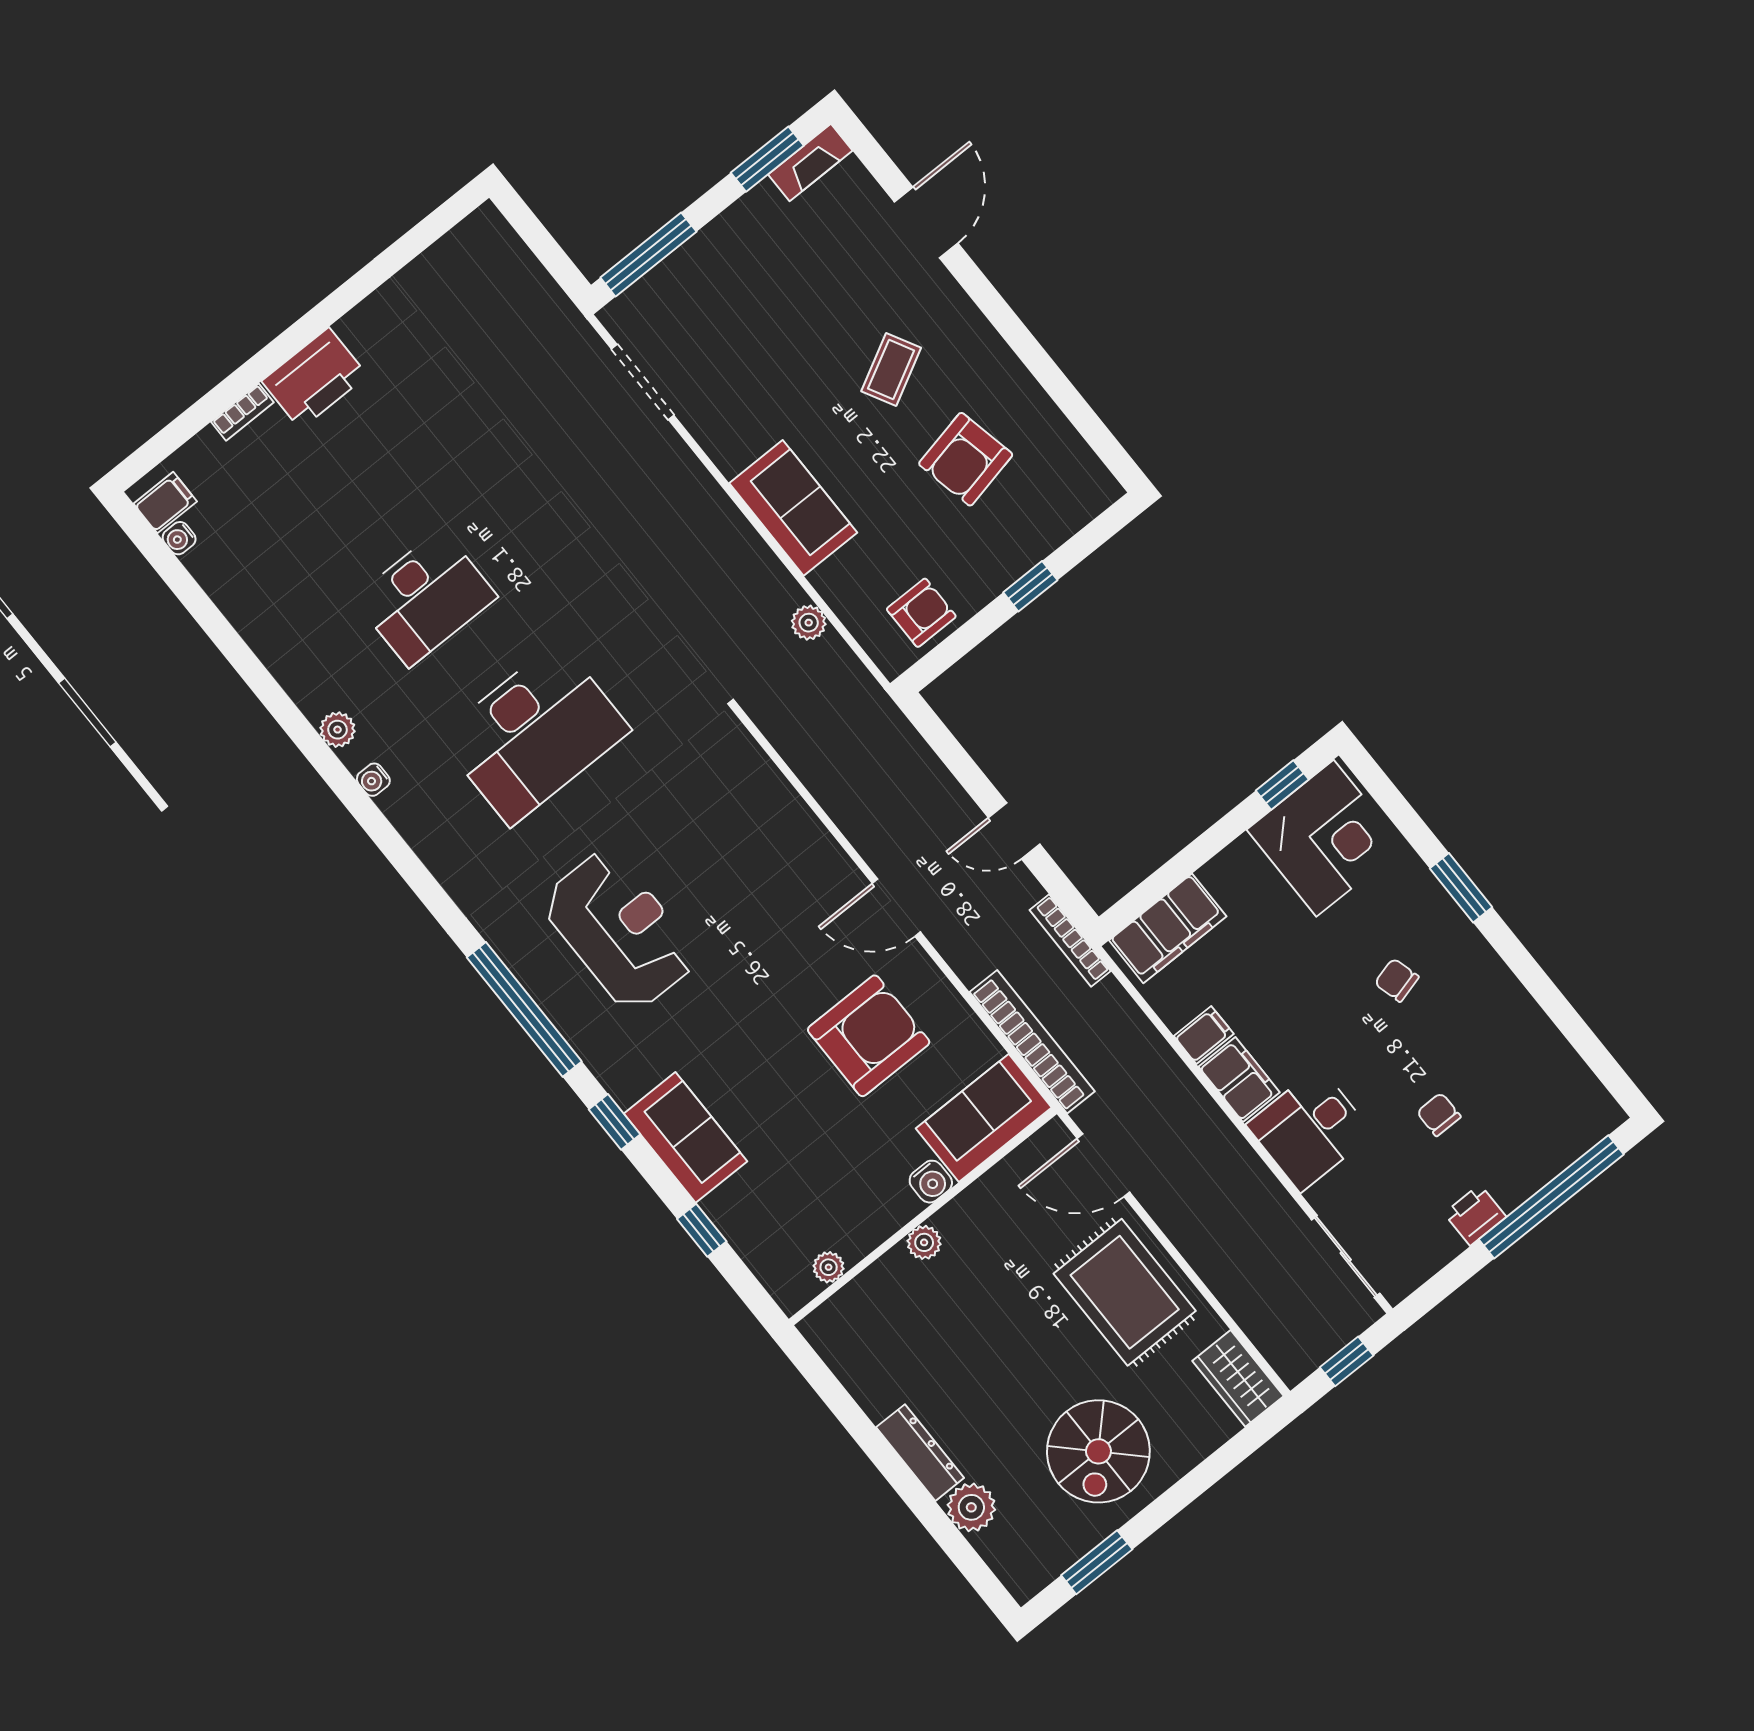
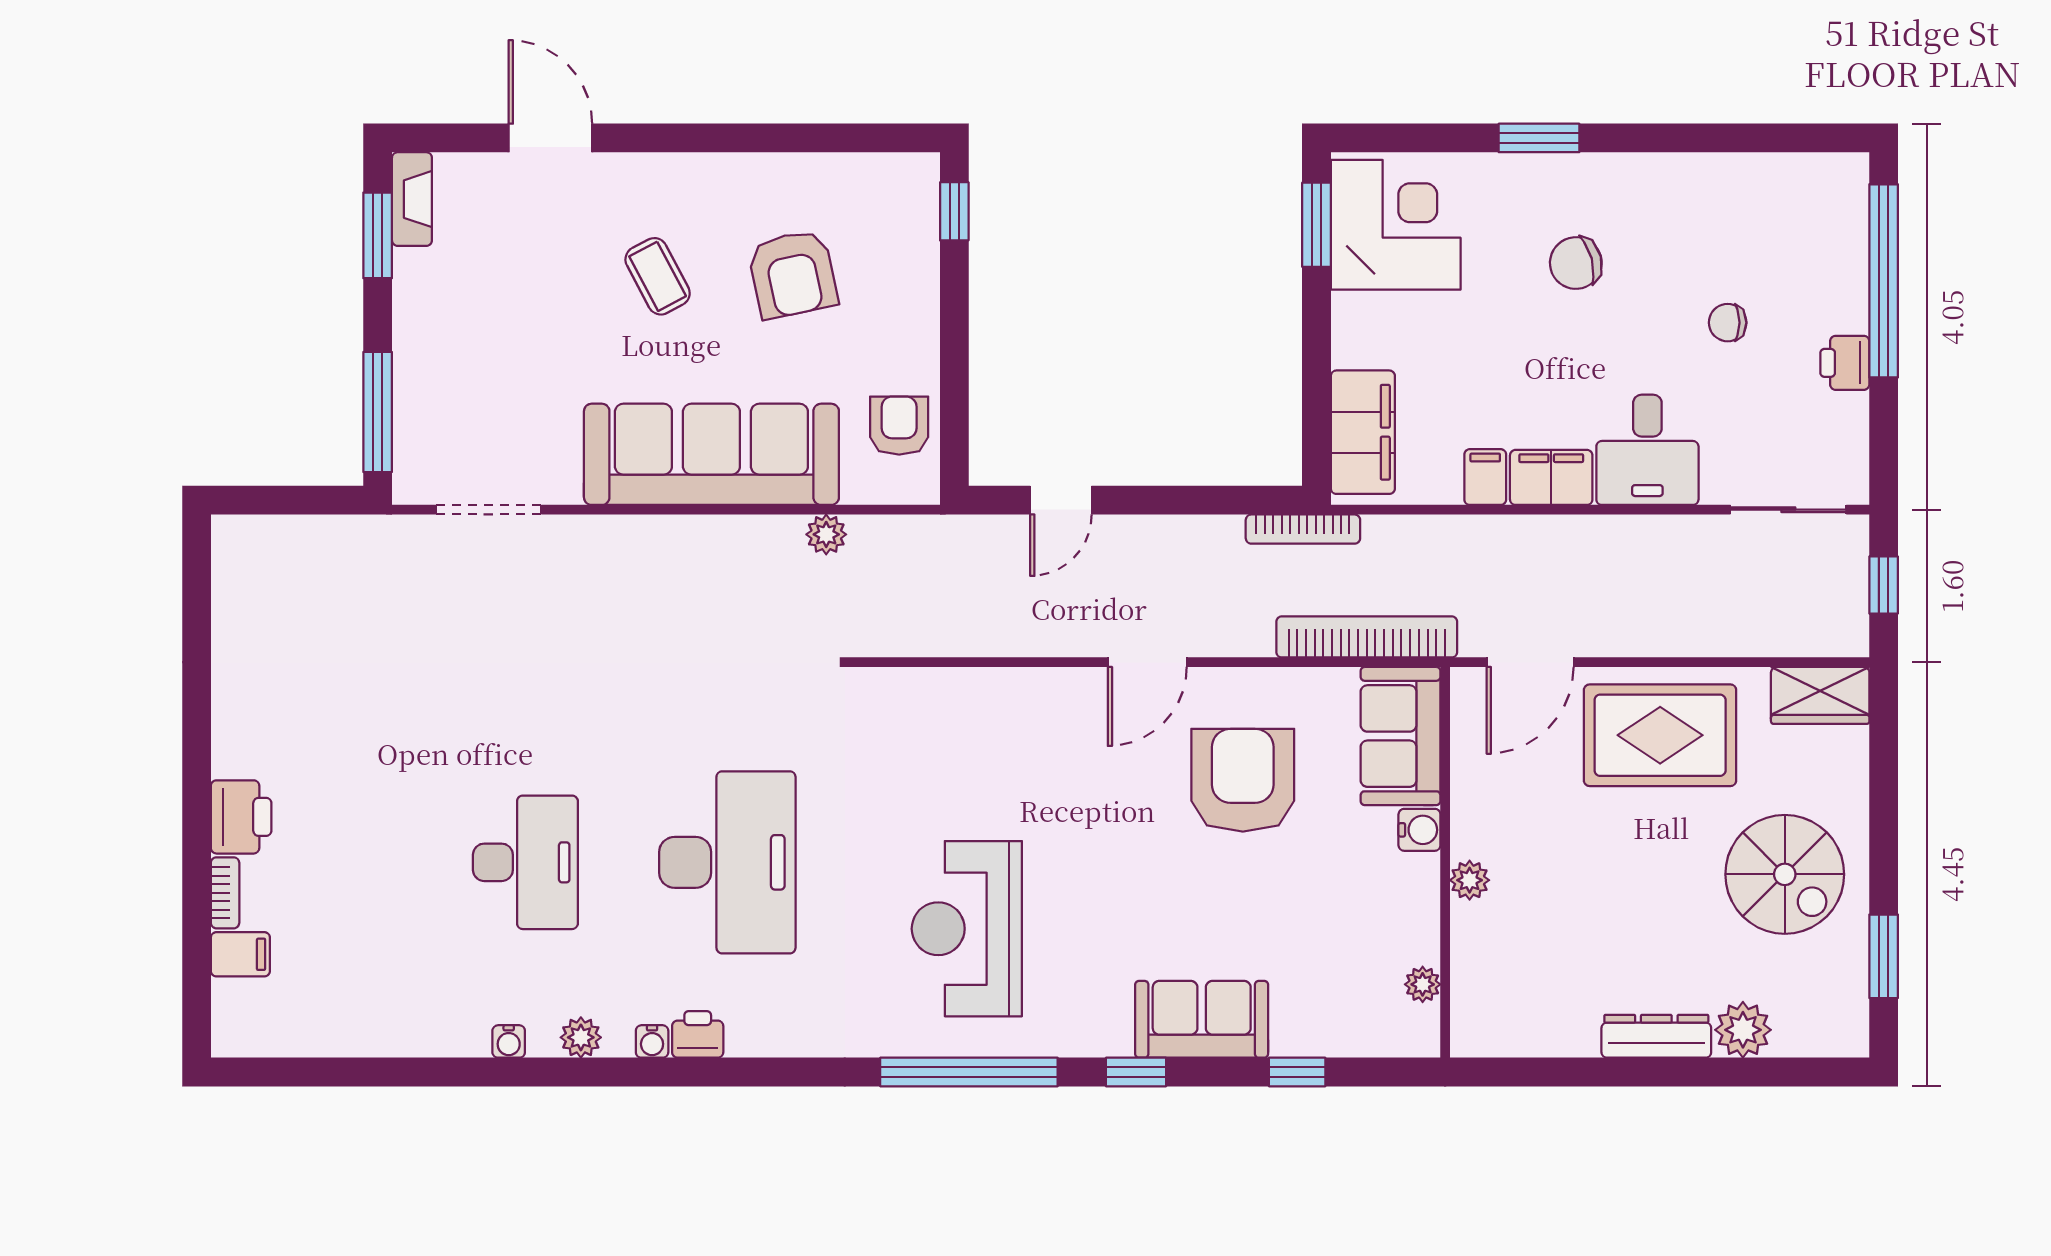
printer: (314, 378) -> (241, 817), width x0.73, depth x0.84
filing cabinet: (165, 503) -> (240, 954), moved, turned 90
sofa: (793, 508) -> (711, 454), width x1.85, depth x1.27
water cooler: (179, 538) -> (509, 1041), moved
window: (1030, 586) -> (954, 211), moved
window: (1282, 785) -> (1317, 225), width x1.50
printer: (403, 807) -> (698, 1034), added
door: (1014, 831) -> (1061, 500), moved
reception desk: (619, 930) -> (967, 929), turned -90
chair: (1397, 980) -> (1576, 263), width x1.37, depth x1.37

